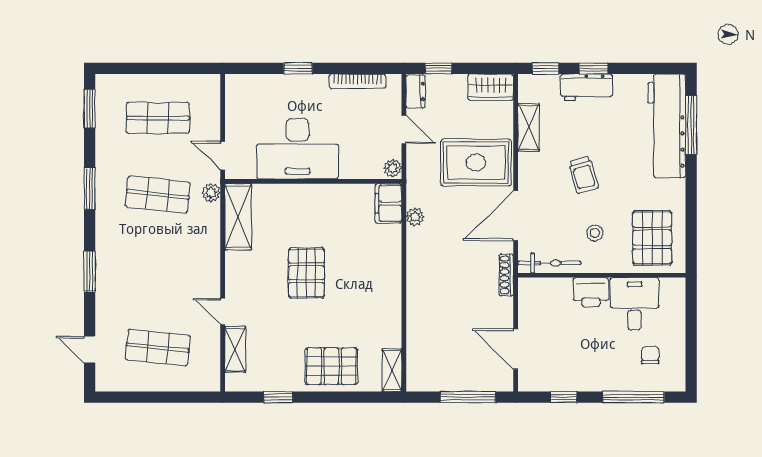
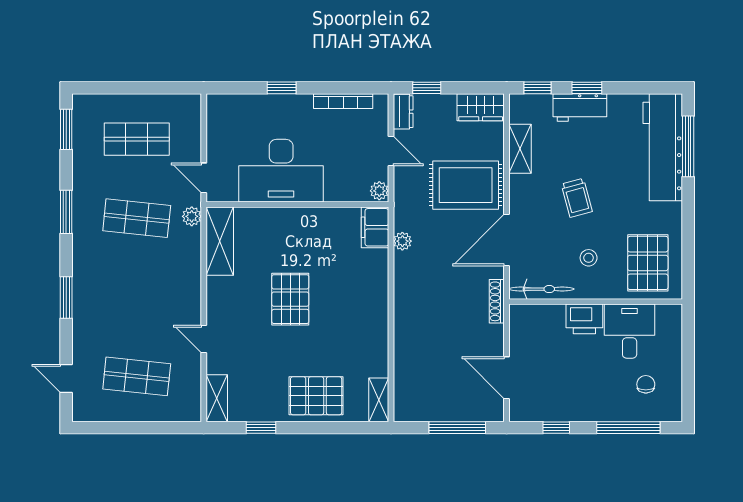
shelving: (235, 349) -> (217, 398), moved

